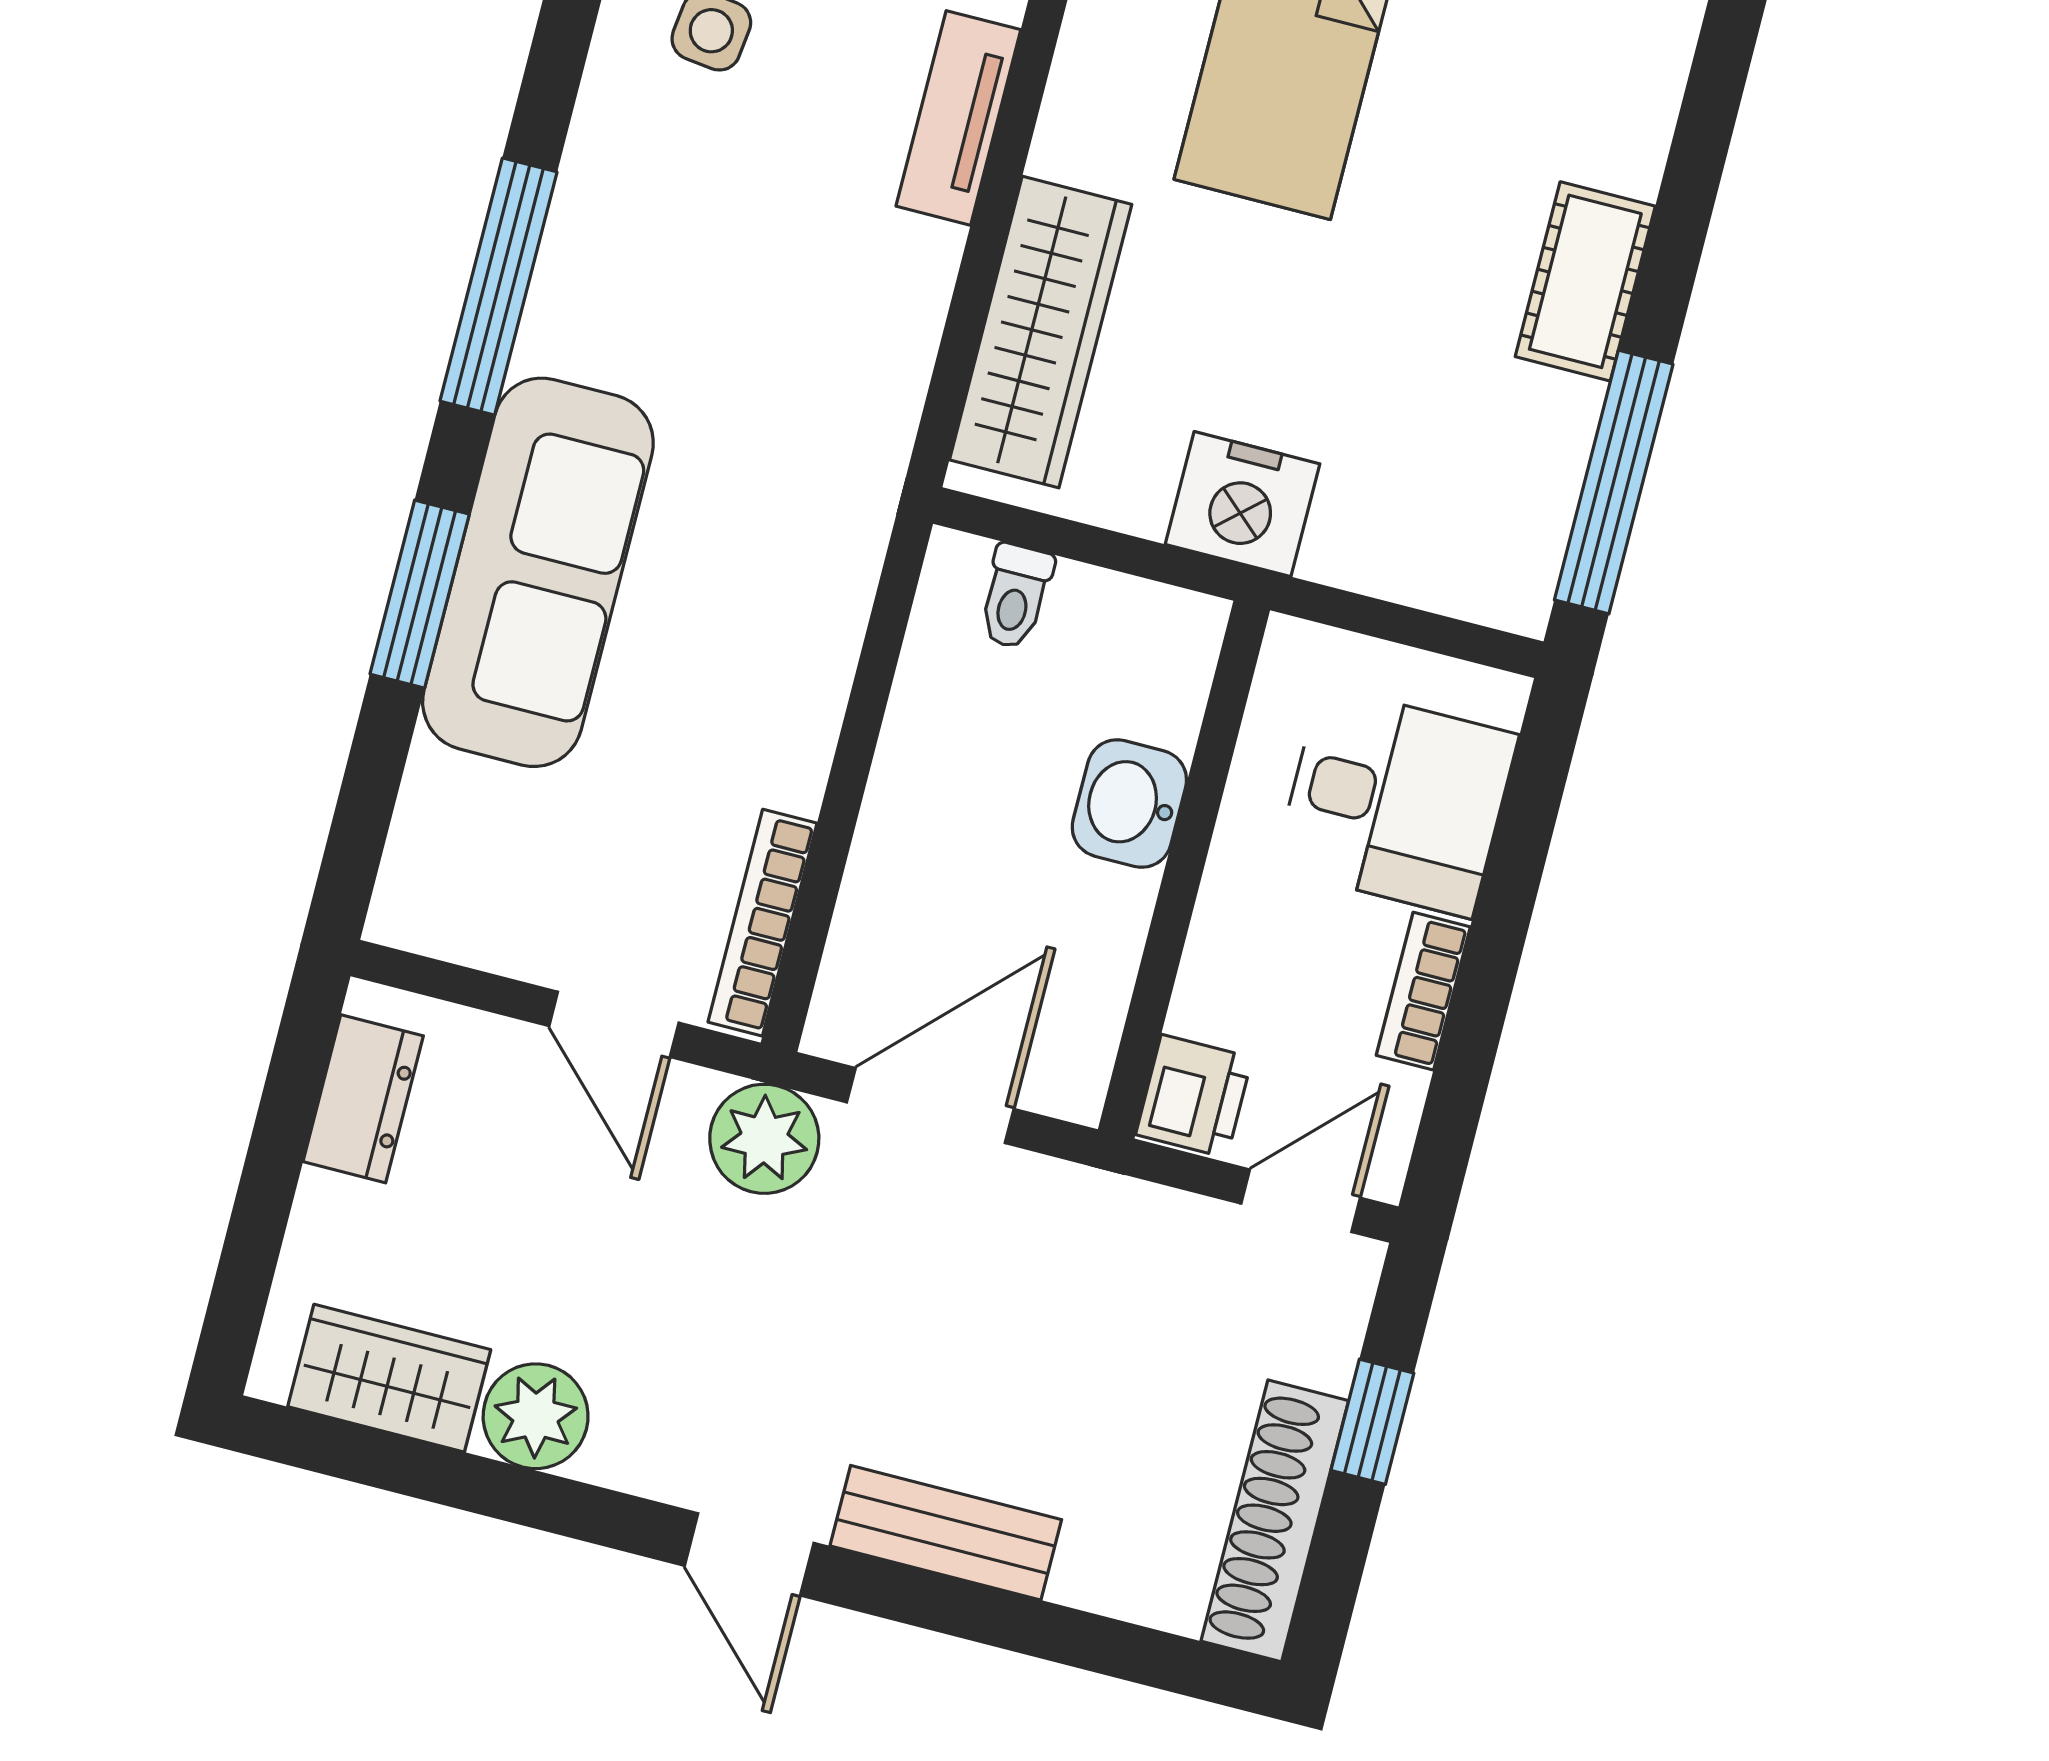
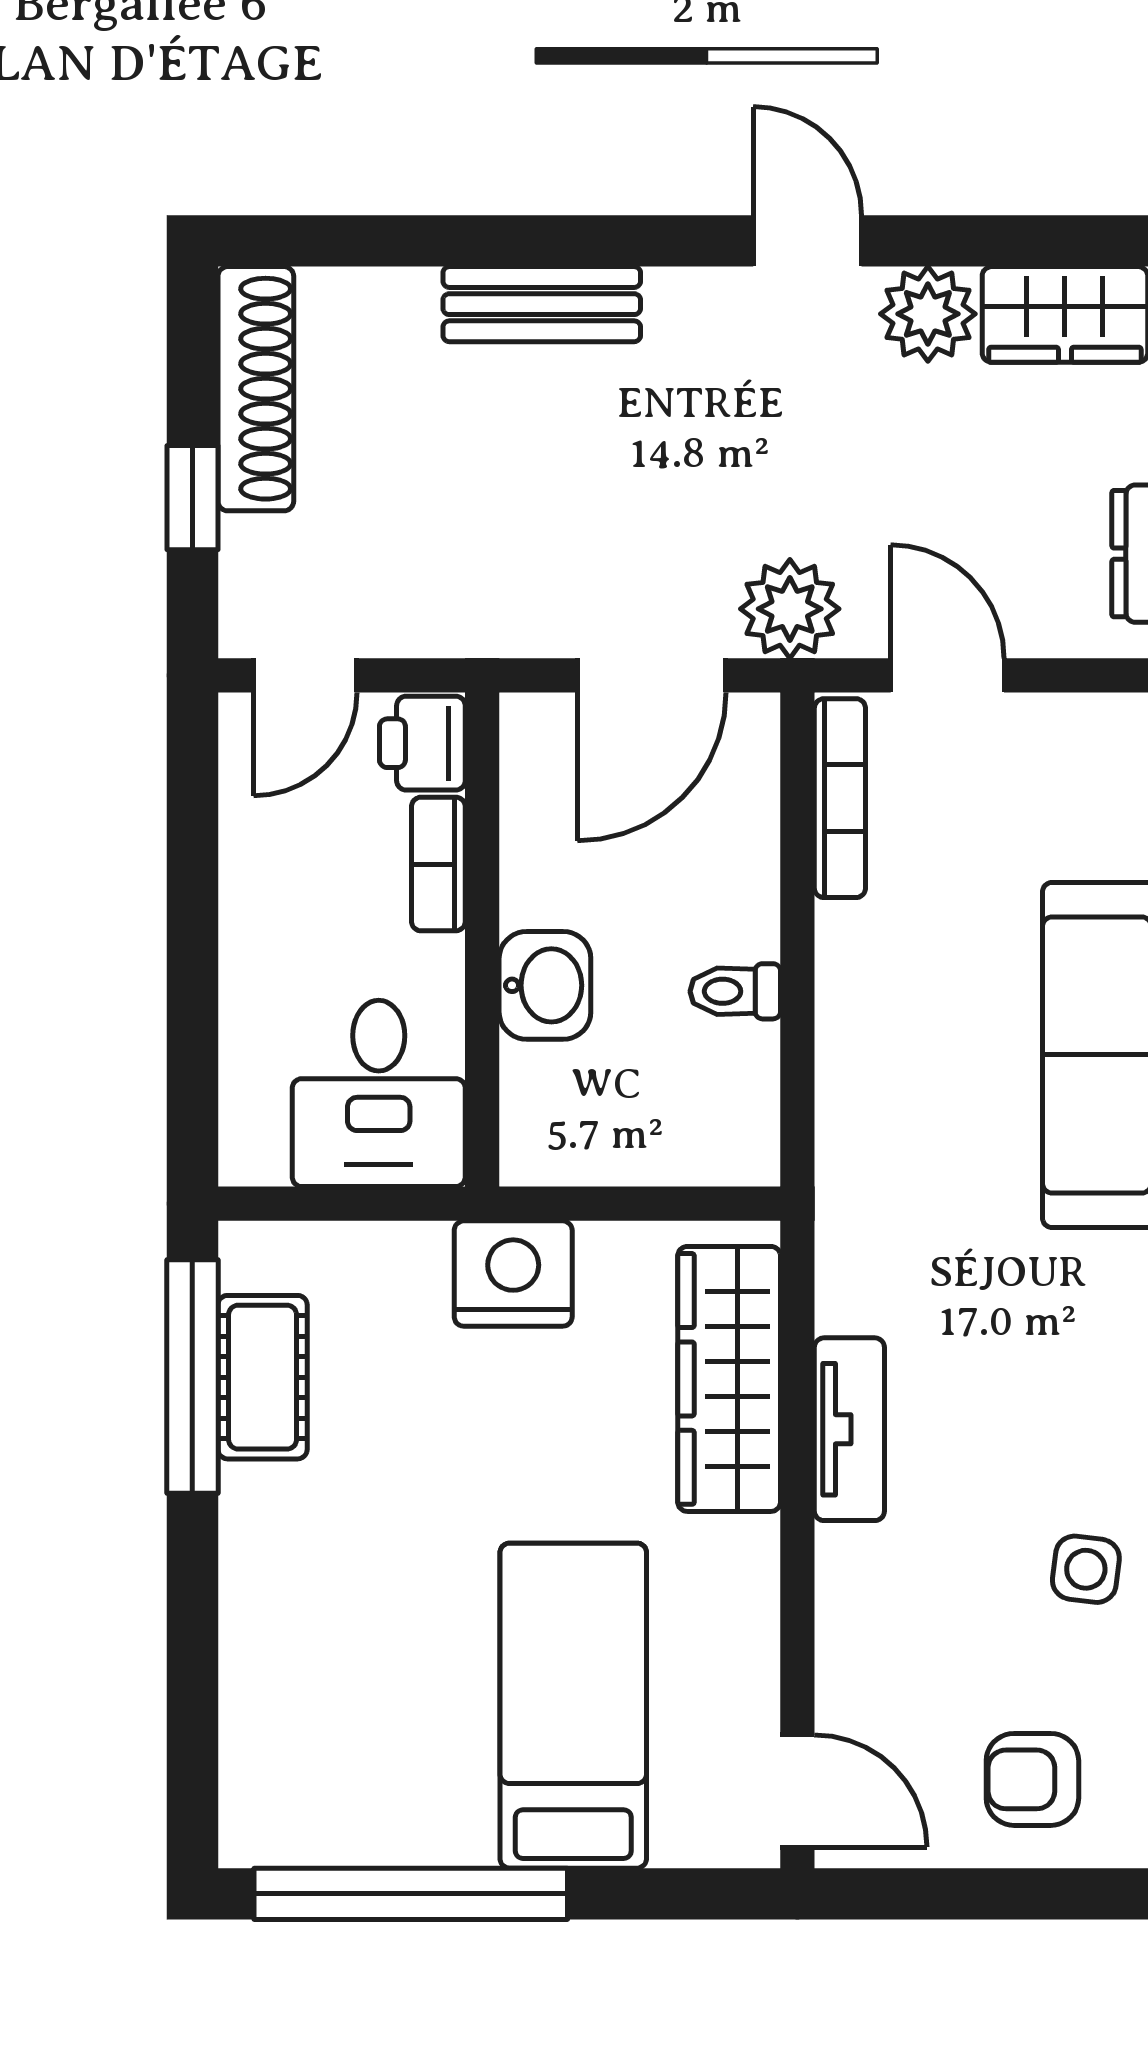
tv unit: (958, 118) -> (849, 1429), moved
cot: (1585, 281) -> (263, 1377), moved
toilet: (1015, 596) -> (735, 991), moved, turned -90
desk: (1396, 802) -> (379, 1093), moved, turned -90
bookcase: (1423, 991) -> (438, 864), moved, turned 180
door: (749, 1554) -> (807, 241), moved

